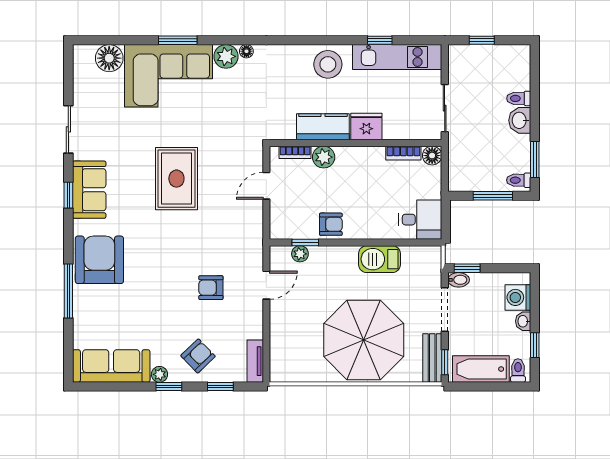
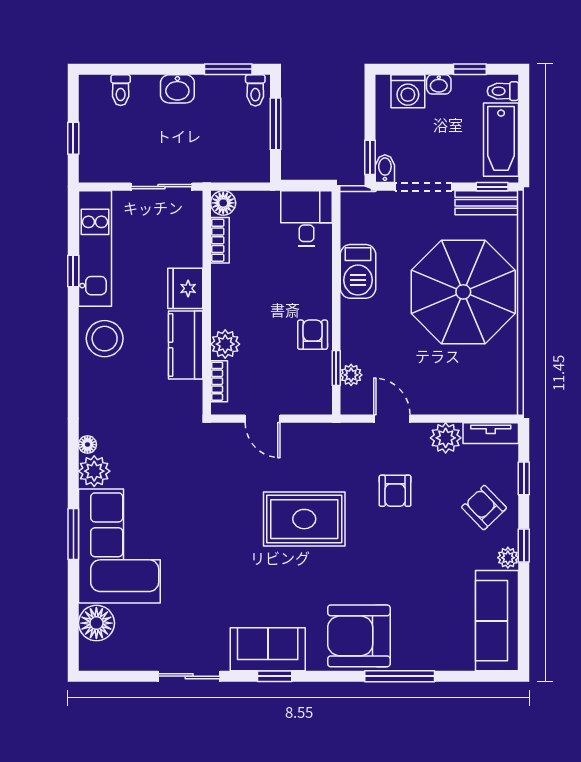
toilet: (519, 98) -> (121, 90), moved
rug: (176, 179) -> (304, 519), moved
plant: (252, 327) -> (446, 438), added

